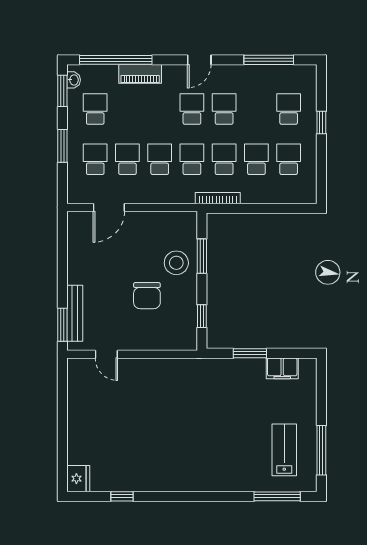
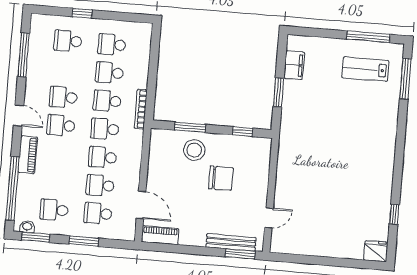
piano: (140, 74) -> (28, 155), moved
piano: (76, 232) -> (160, 235), added

